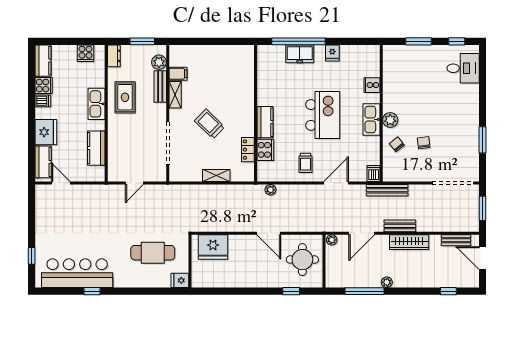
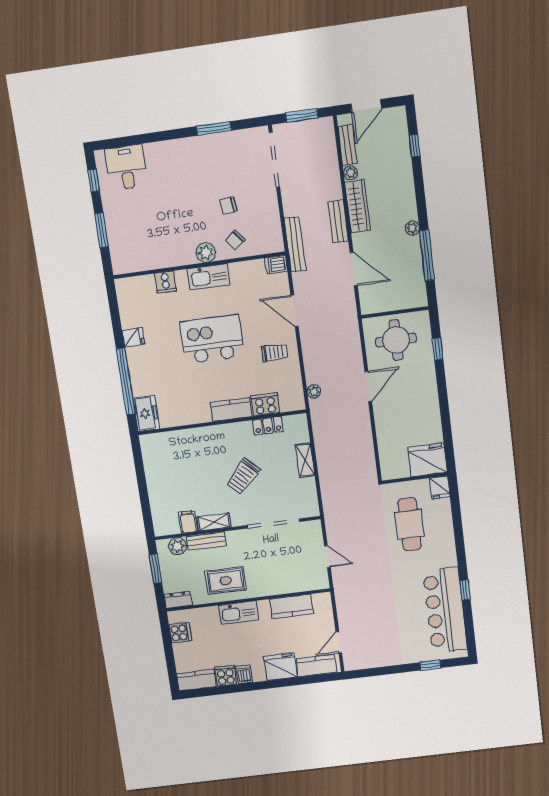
freezer: (300, 54) -> (146, 413), moved
plant: (332, 240) -> (350, 173), moved
fridge: (213, 247) -> (428, 460), moved, turned -90

